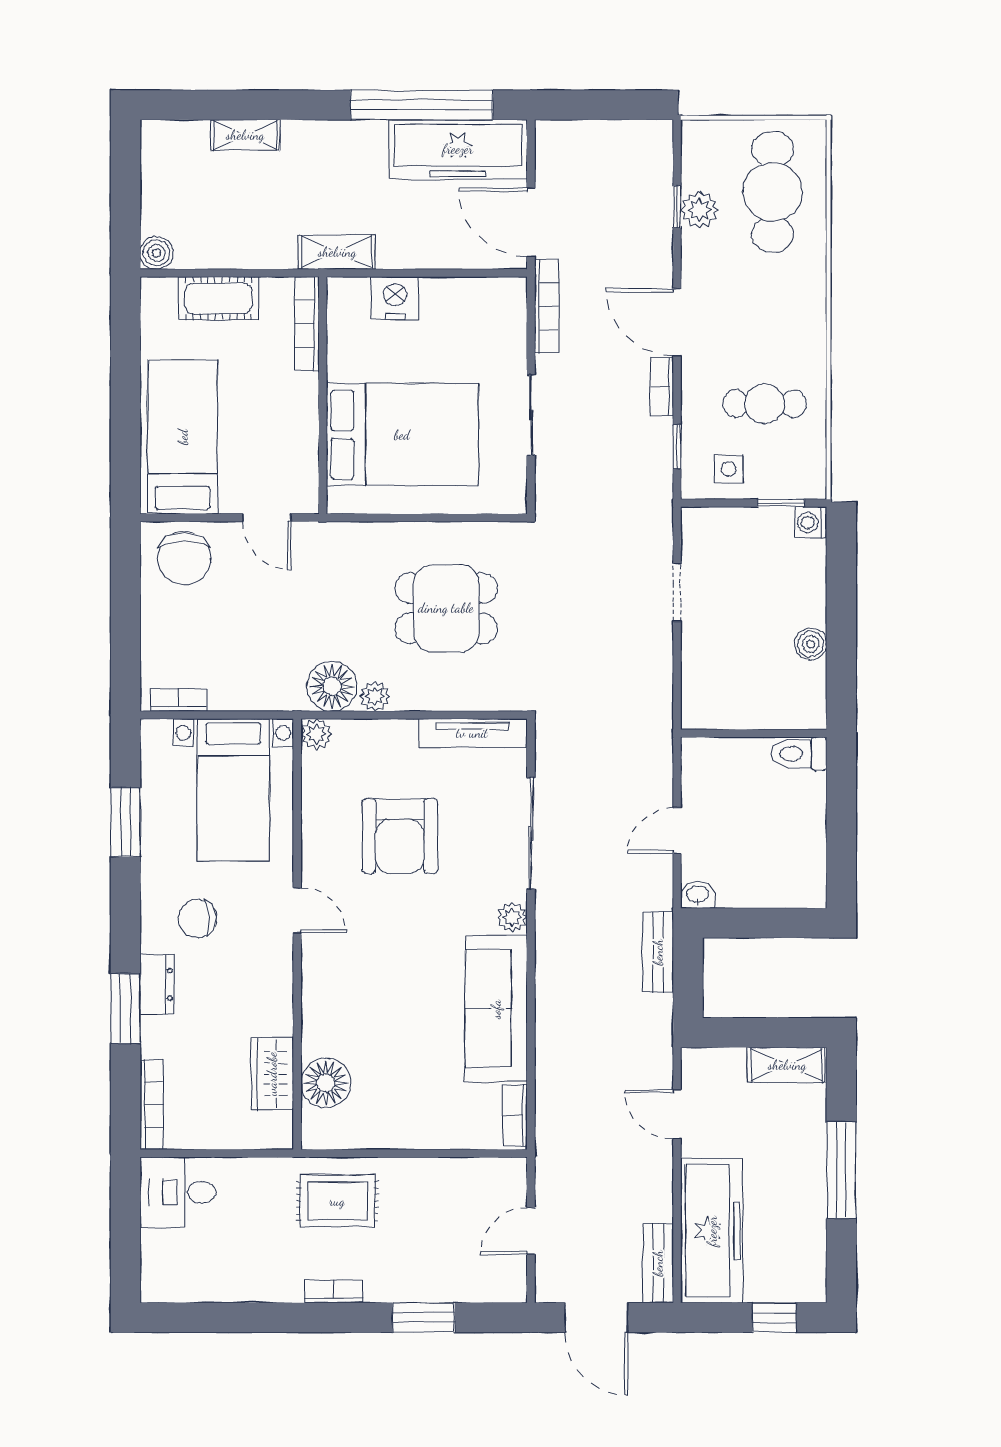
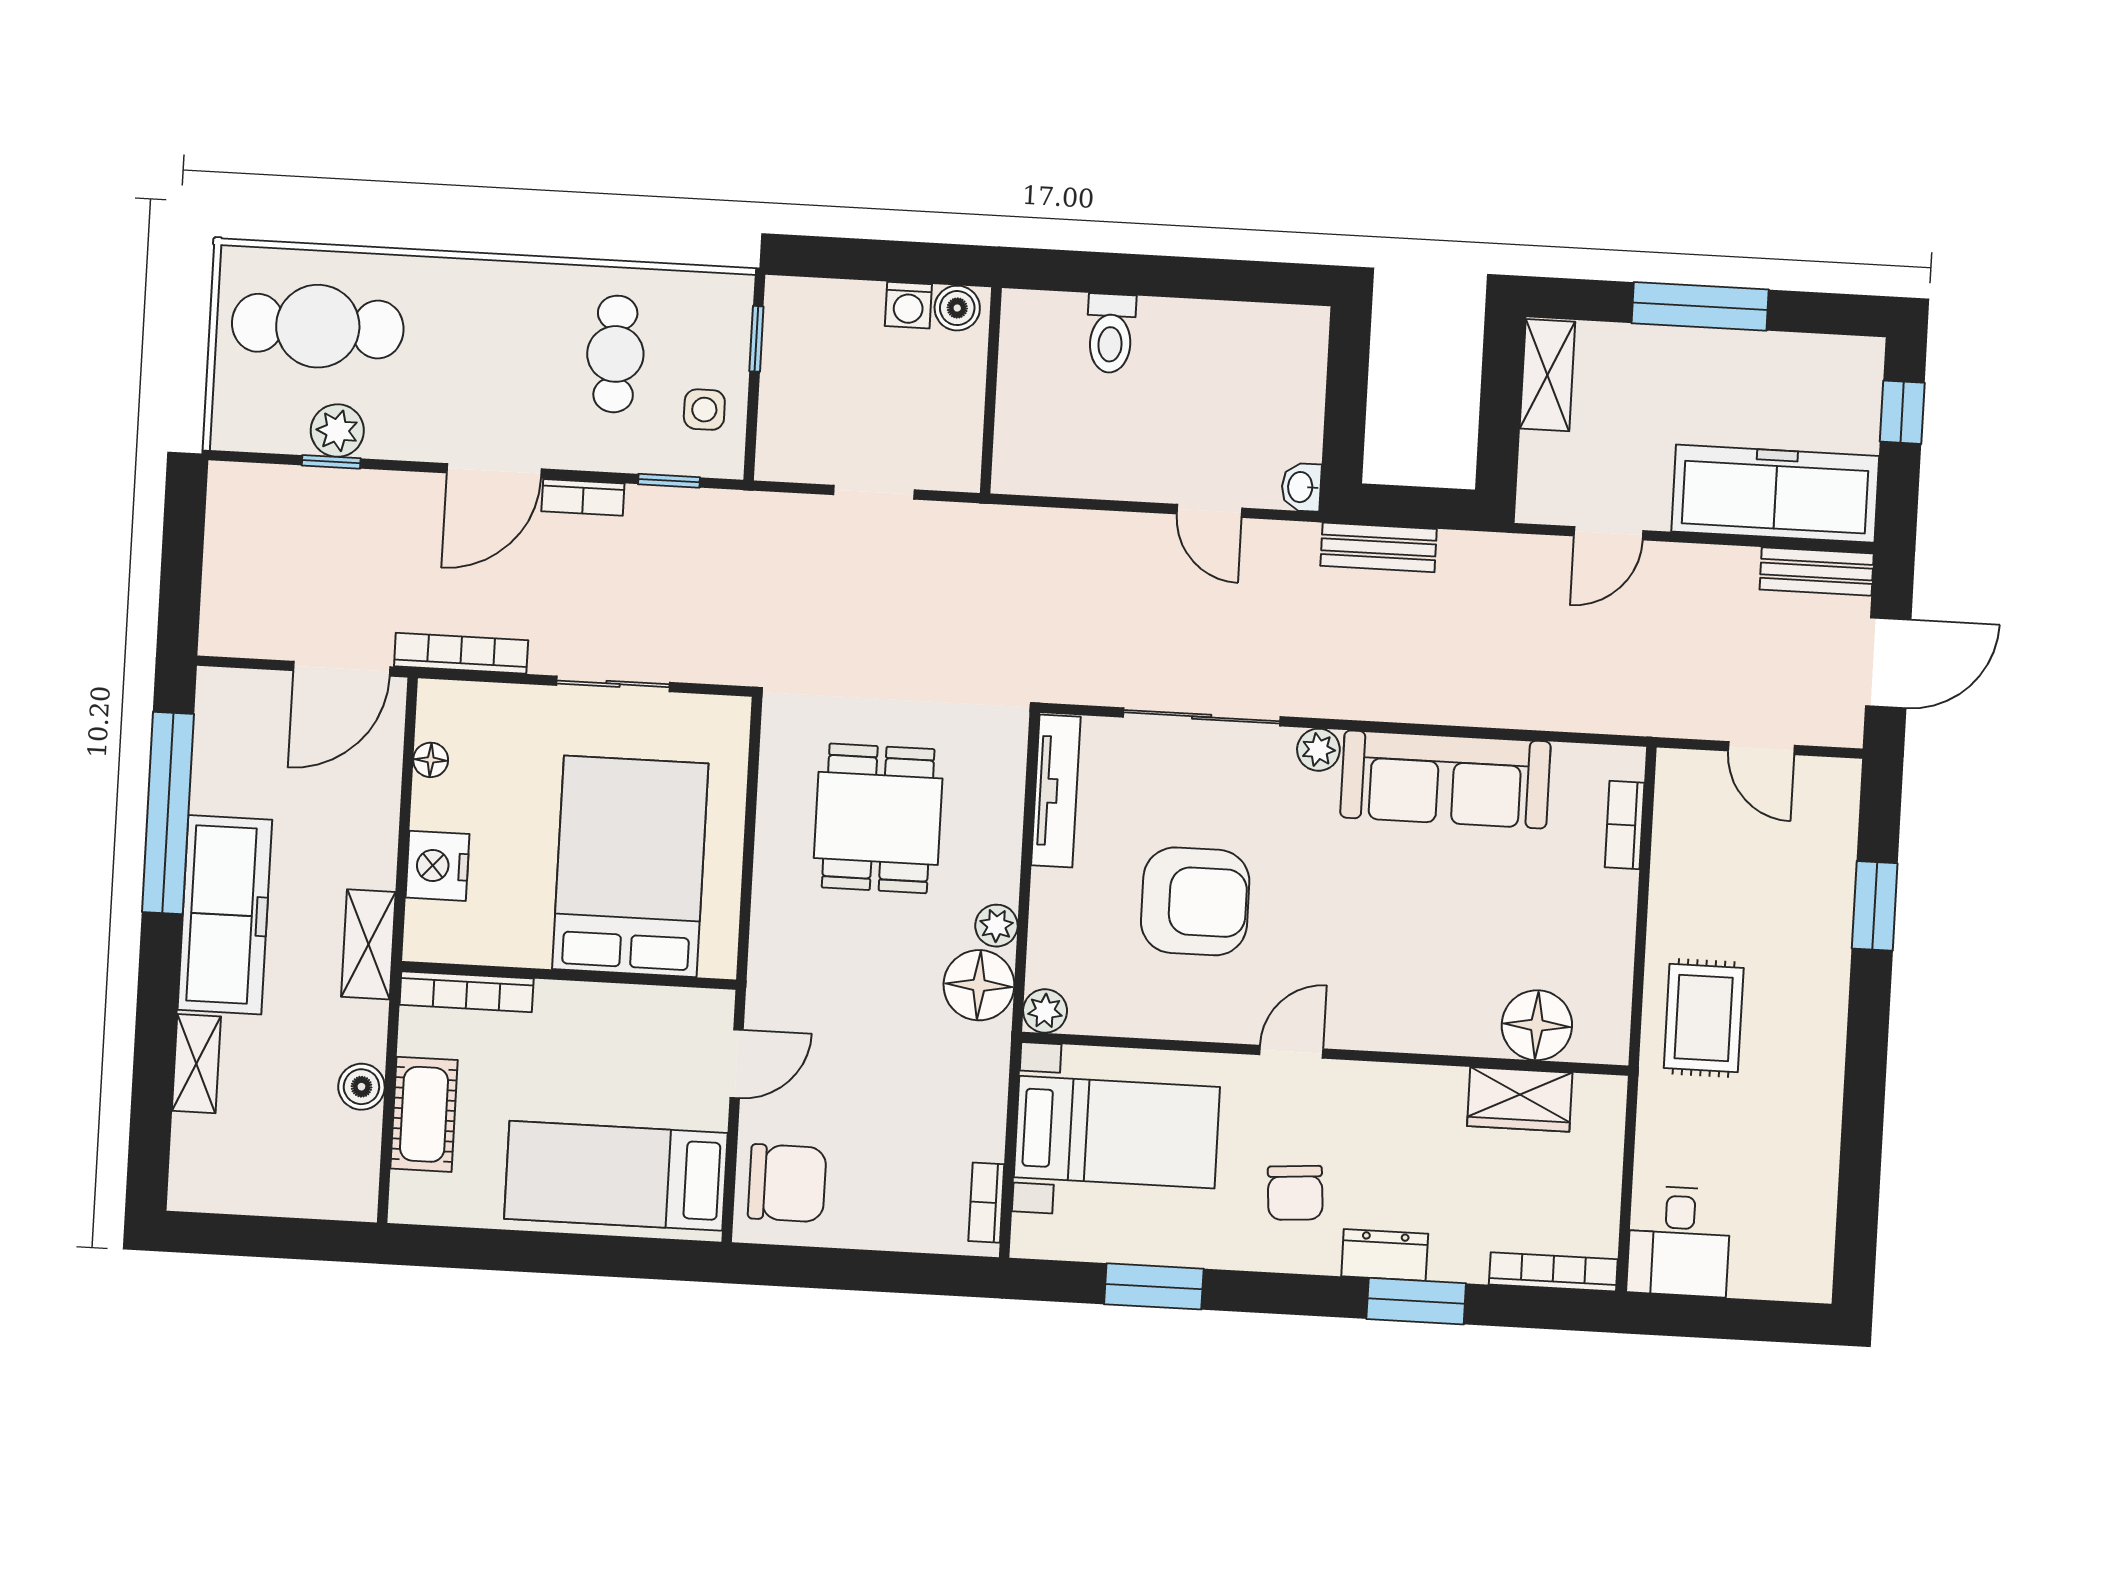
freezer: (458, 149) -> (225, 915), moved
boiler: (156, 253) -> (361, 1087), moved
floor lamp: (470, 289) -> (431, 760), added
washing machine: (811, 523) -> (908, 305), moved
wall: (754, 733) -> (991, 390), moved
bookcase: (515, 1115) -> (1625, 825), moved, turned 90
bookcase: (334, 1291) -> (1831, 1030), removed

